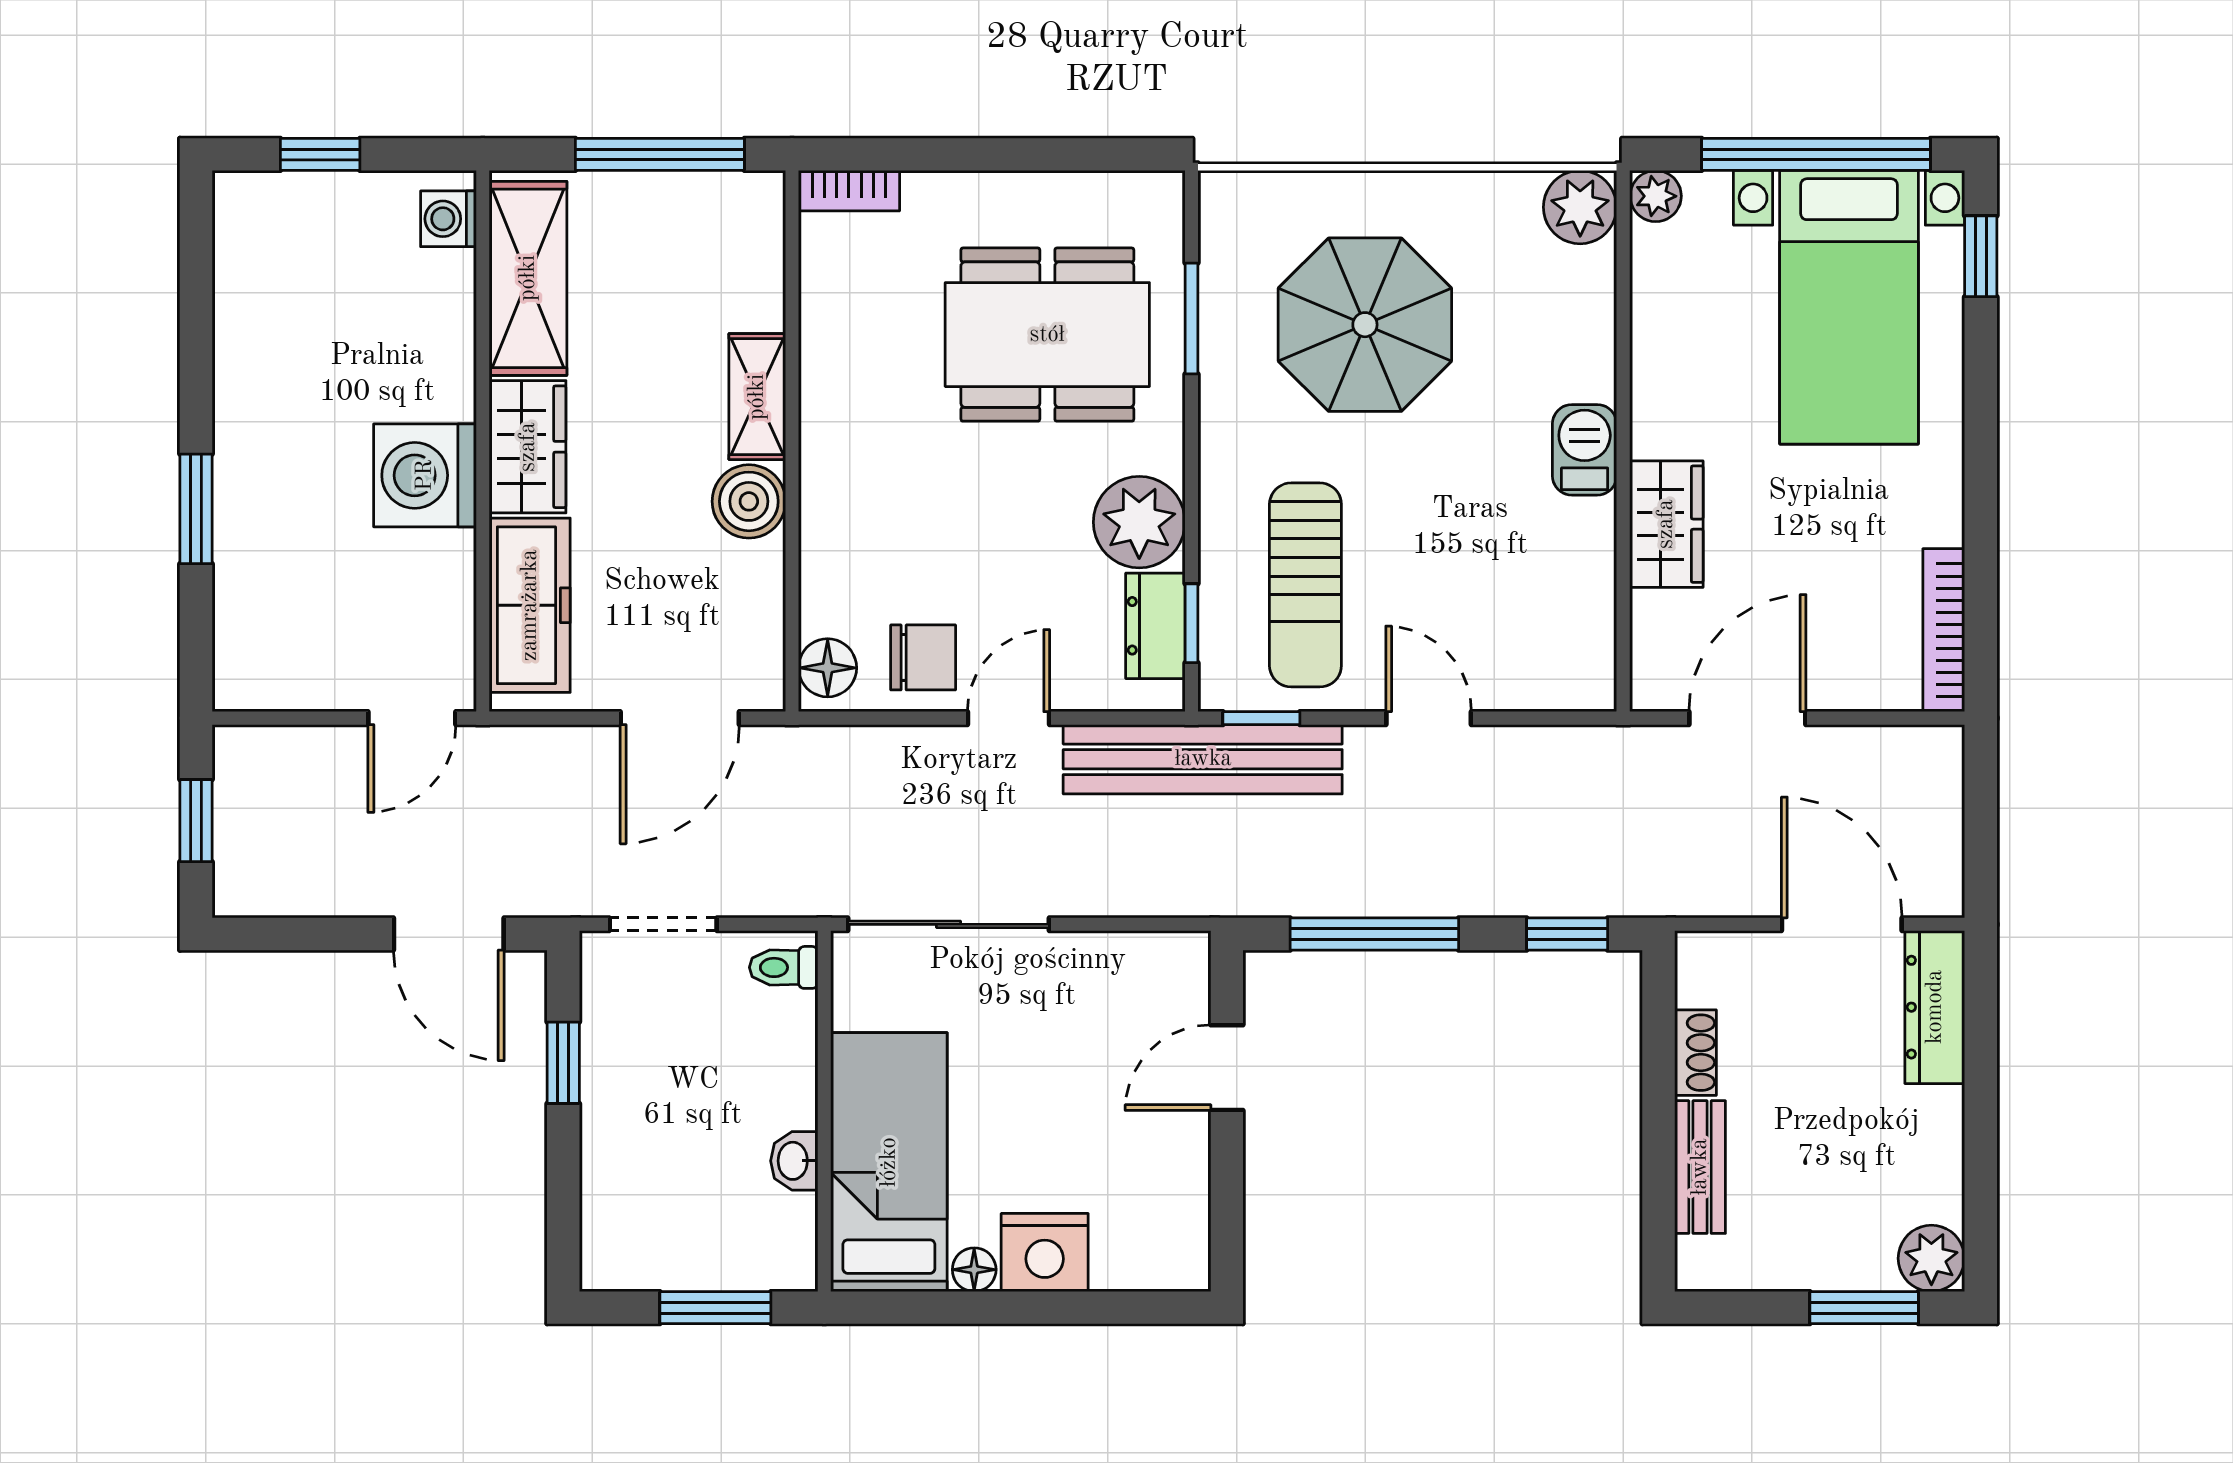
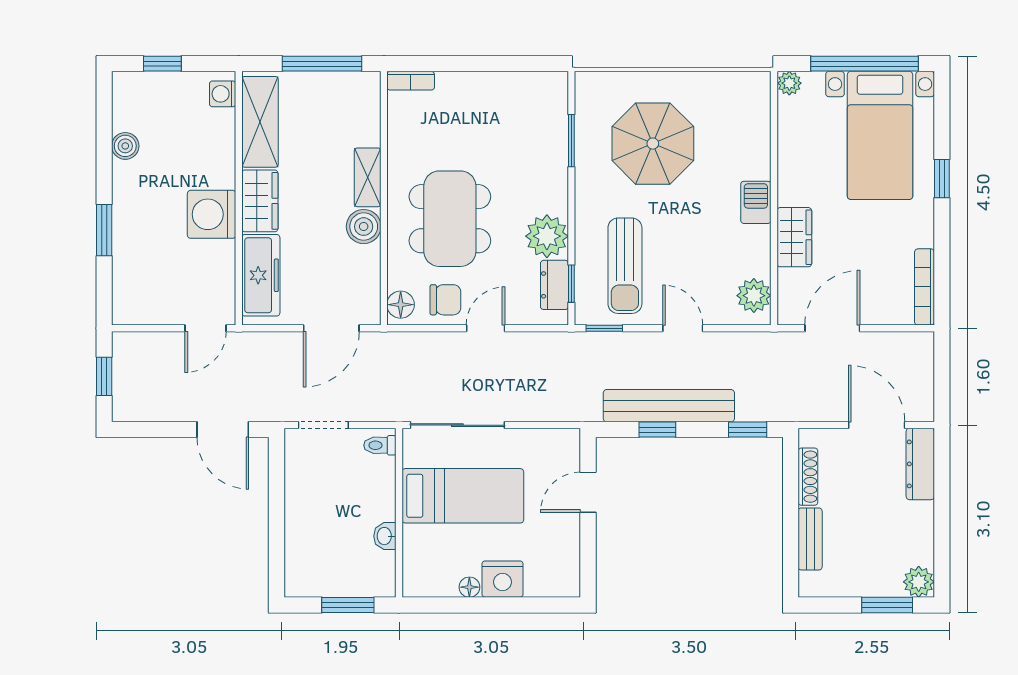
plant: (1580, 207) -> (754, 296), moved
window: (1981, 256) -> (942, 179), moved
boiler: (241, 330) -> (125, 146), added
dining table: (1047, 335) -> (450, 219), moved, turned 90
bench: (1203, 759) -> (669, 406), moved
window: (1374, 934) -> (657, 430), width x0.46
shoe rack: (1695, 1053) -> (808, 477), width x1.43
window: (563, 1063) -> (277, 490), removed
bed: (889, 1162) -> (463, 496), moved, turned 90

